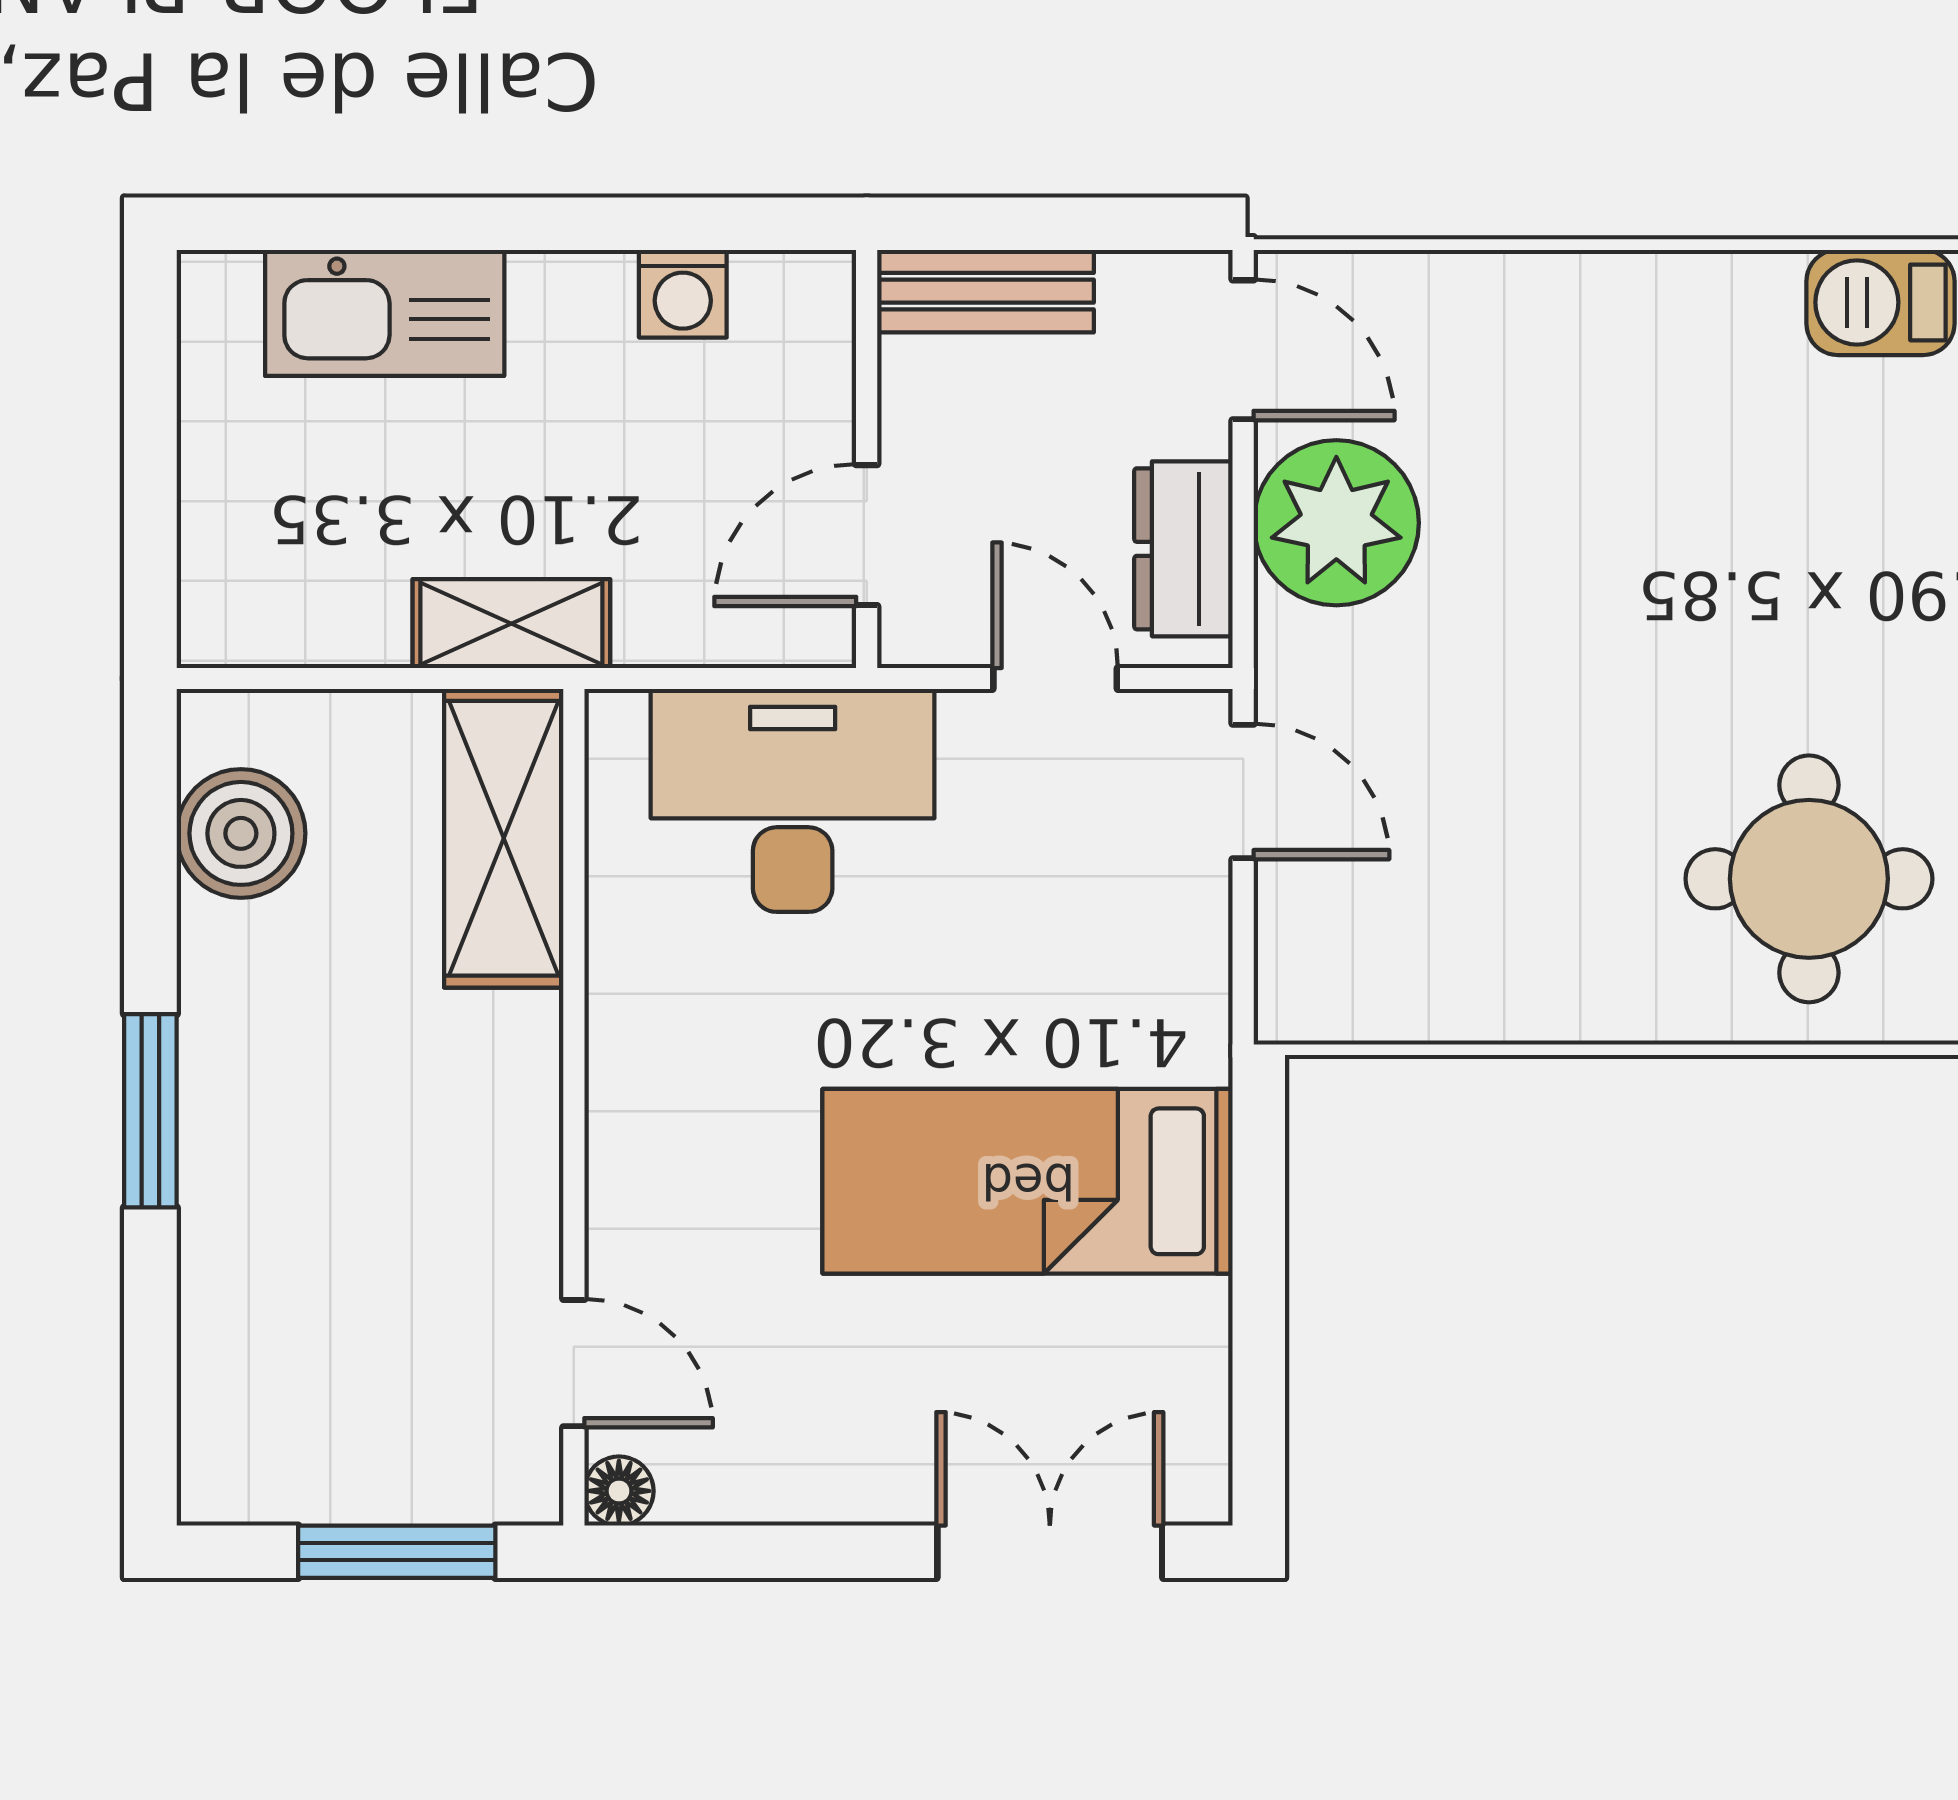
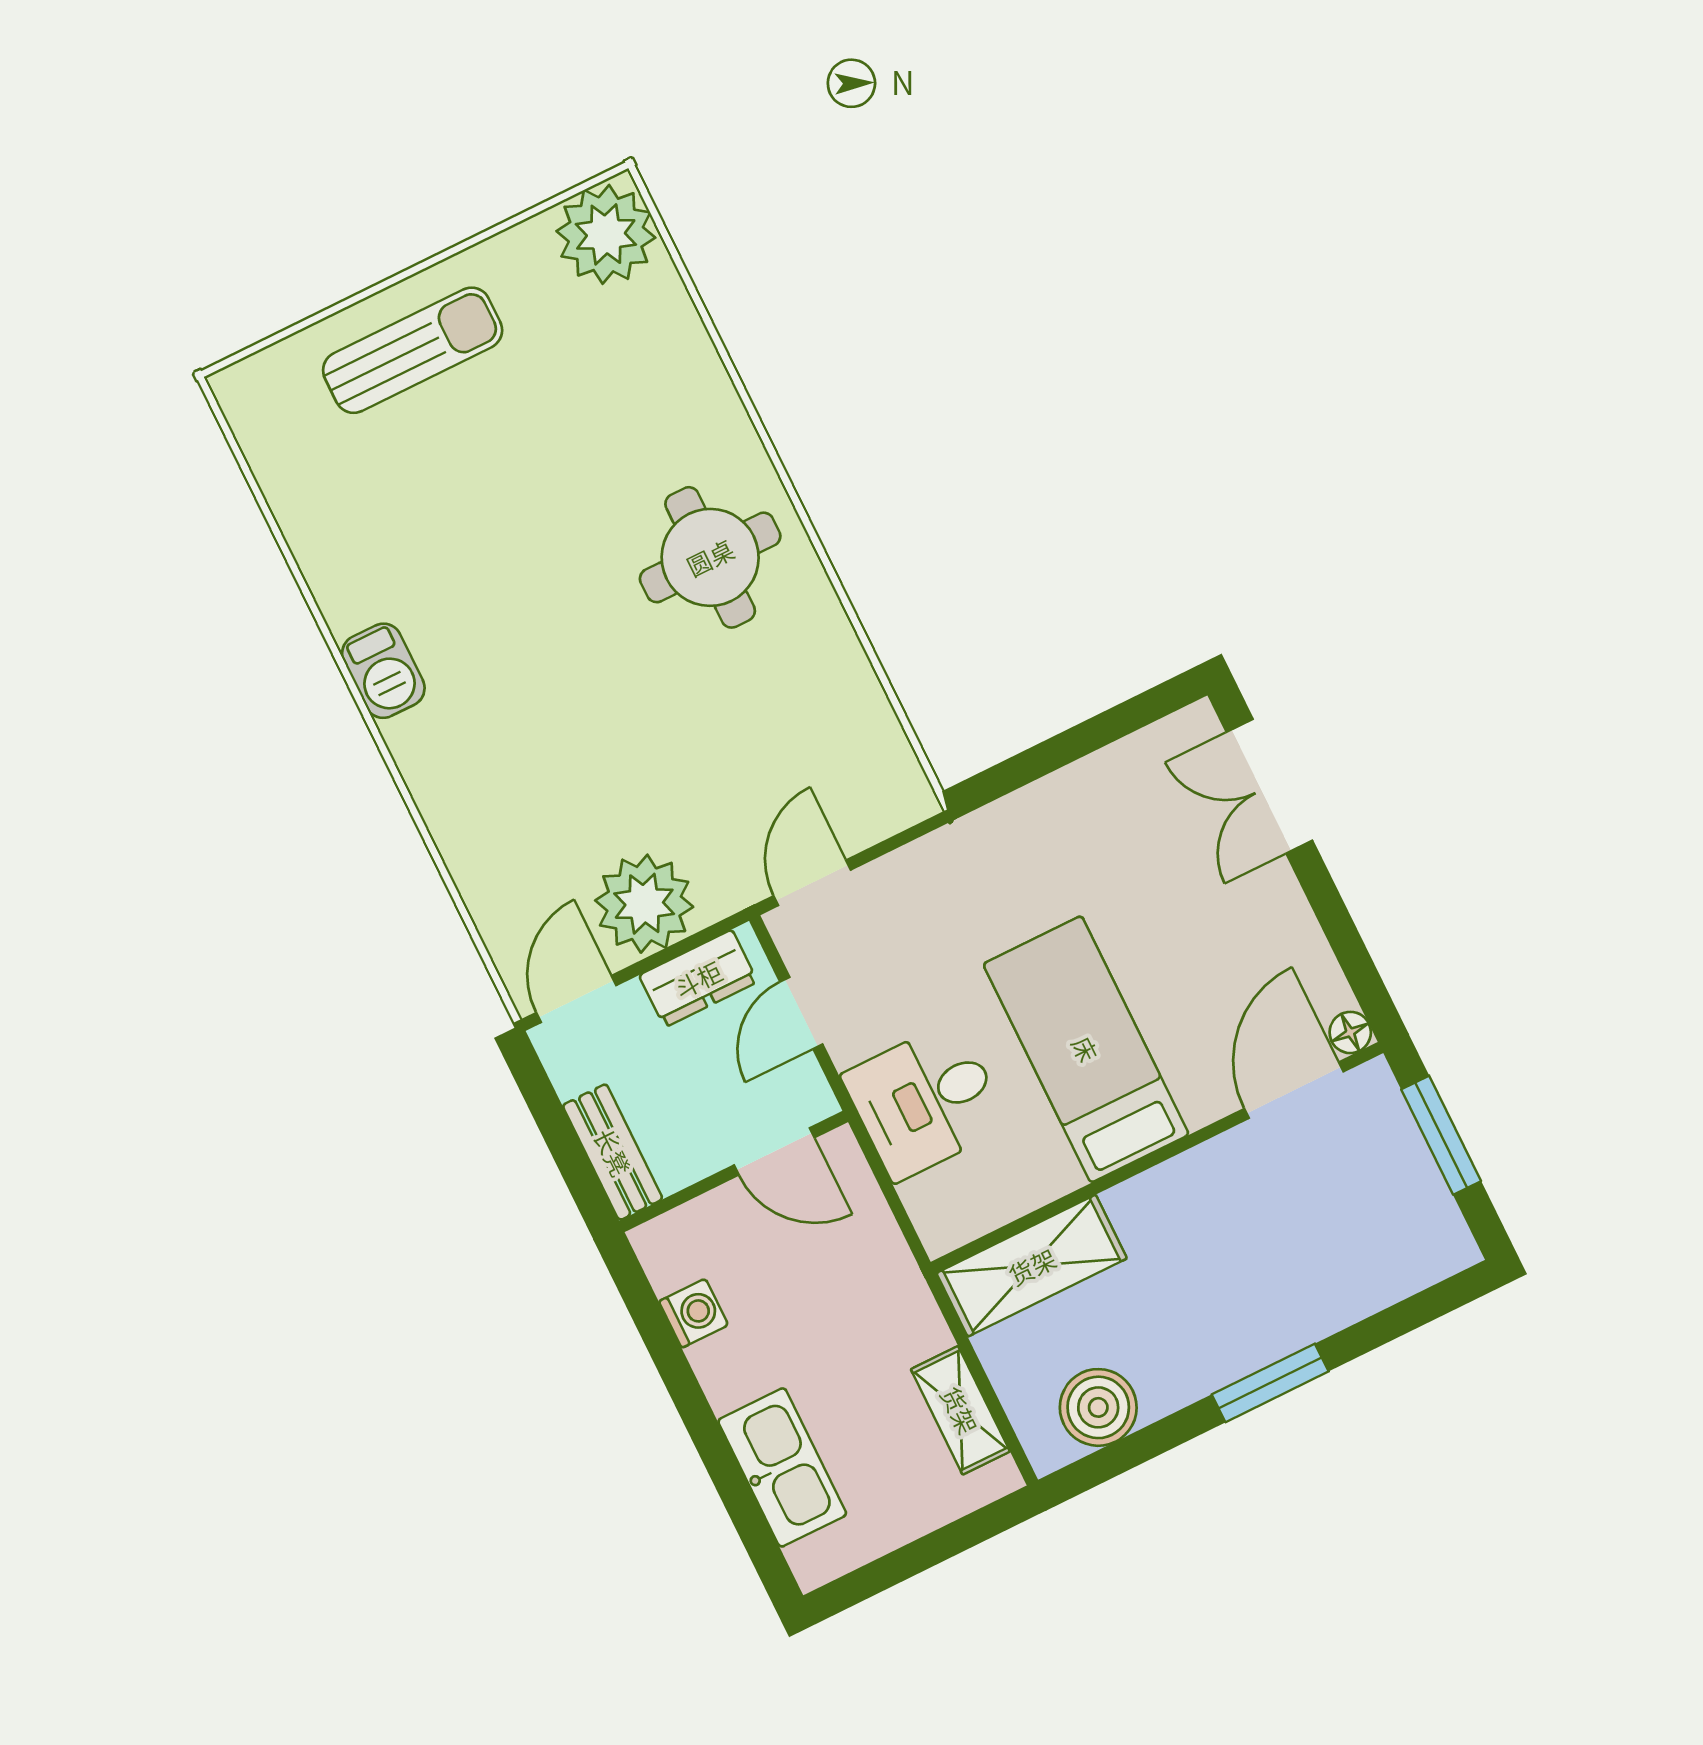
shelving: (511, 624) -> (960, 1410), moved
desk: (793, 800) -> (925, 1101), width x0.73
bed: (1028, 1181) -> (1086, 1049), moved, turned 180
door: (574, 1363) -> (1294, 1090), width x1.38

